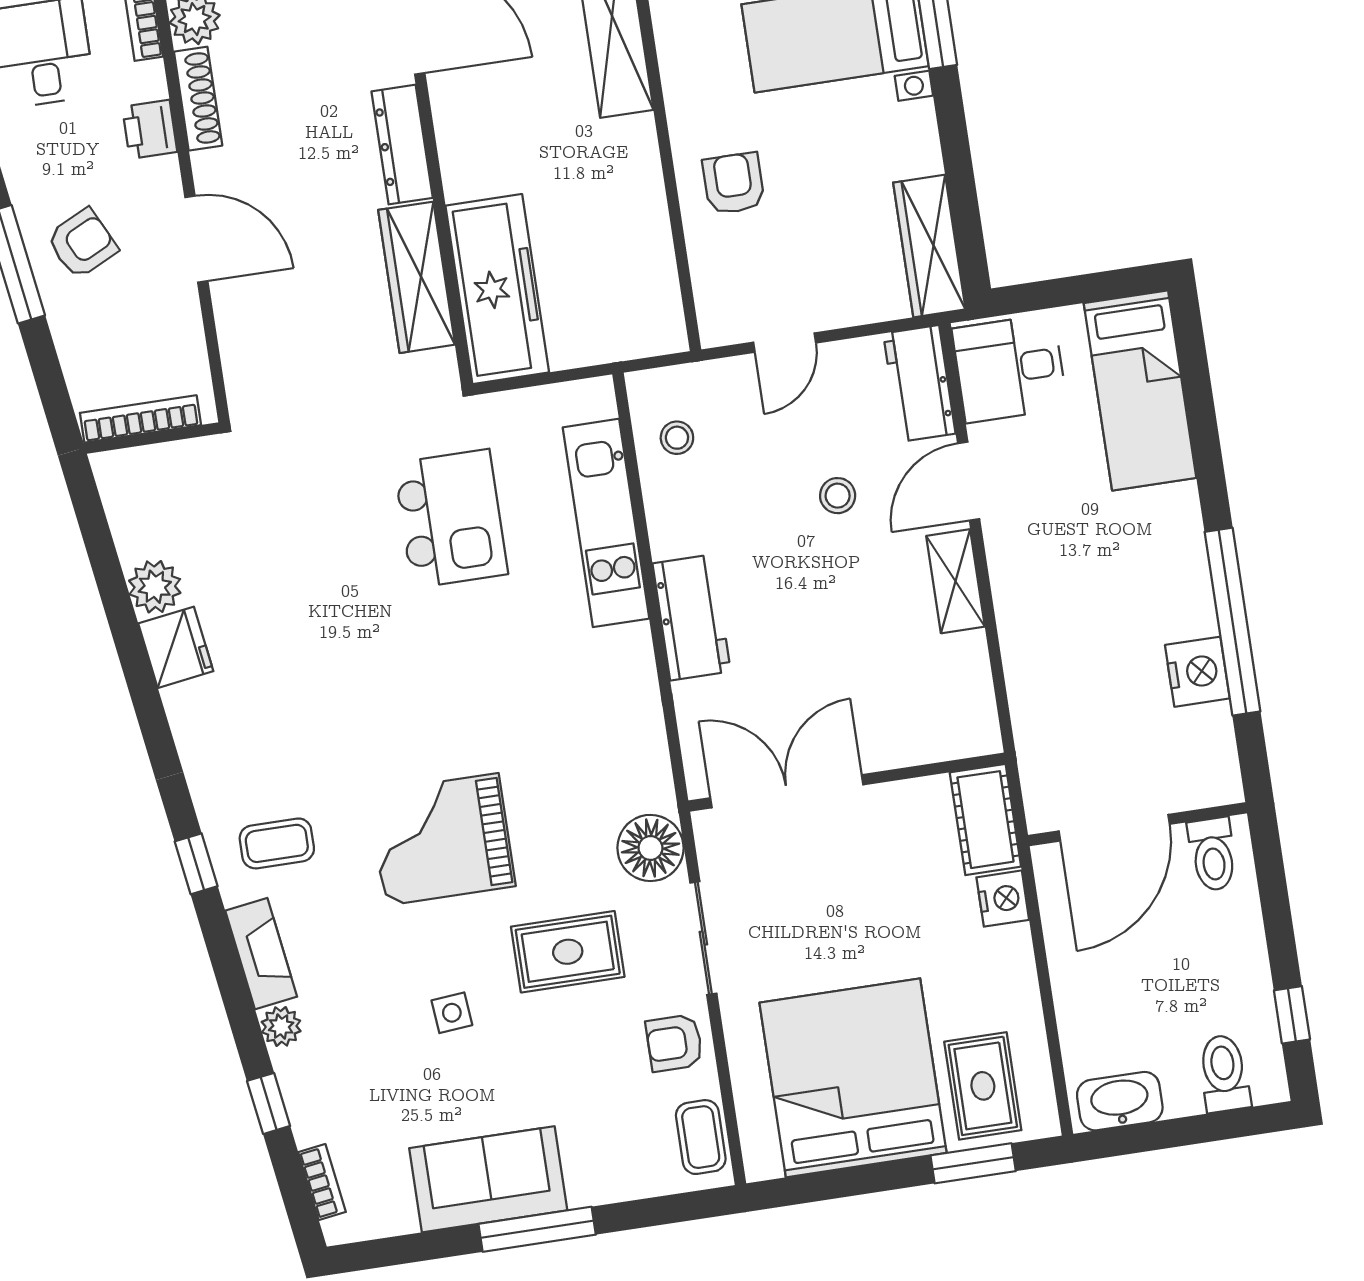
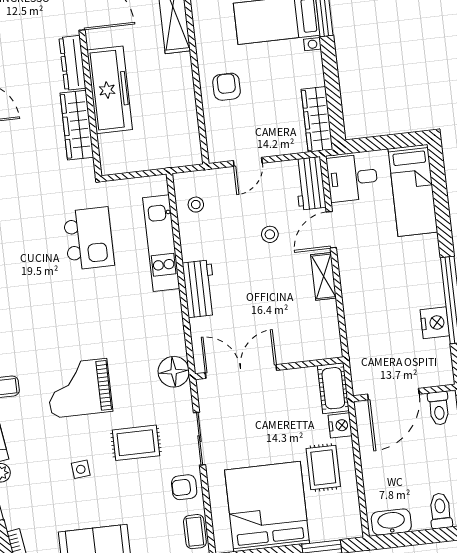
freezer: (497, 289) -> (110, 90), moved
floor lamp: (650, 848) -> (174, 372), moved
rug: (983, 1086) -> (323, 468), moved

